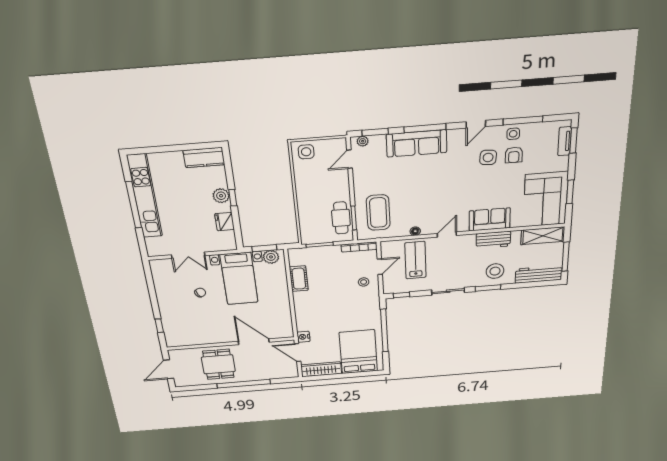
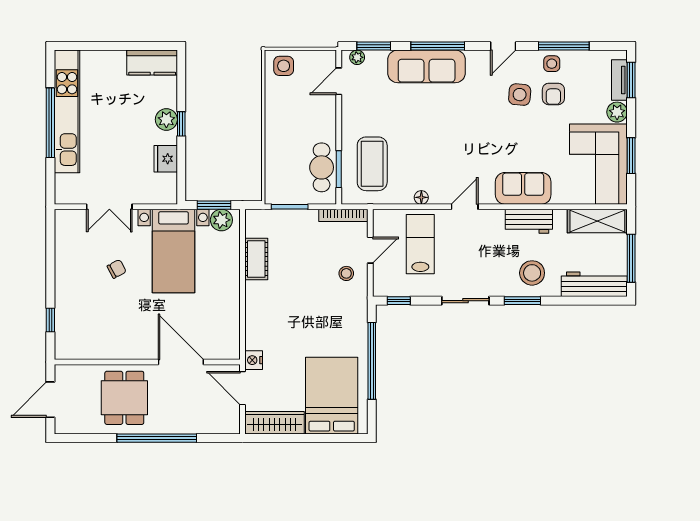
plant: (561, 164) -> (617, 112), added

